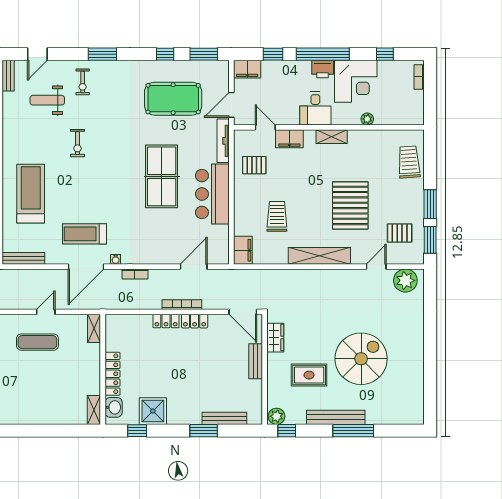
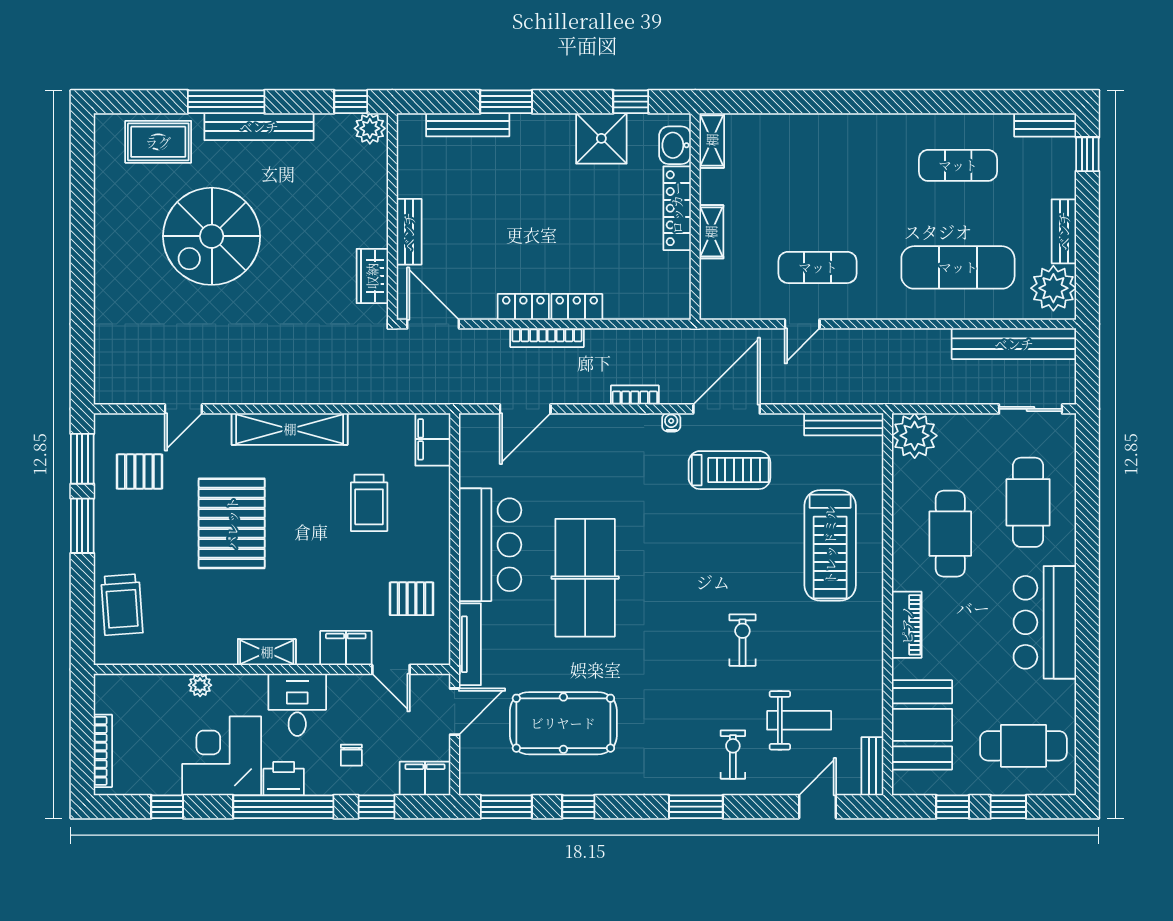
bookcase: (419, 77) -> (103, 751), width x1.56
chair: (286, 82) -> (351, 755), added
plant: (405, 280) -> (129, 383), removed
shelving: (94, 328) -> (711, 232), moved
rug: (309, 375) -> (158, 142), moved

